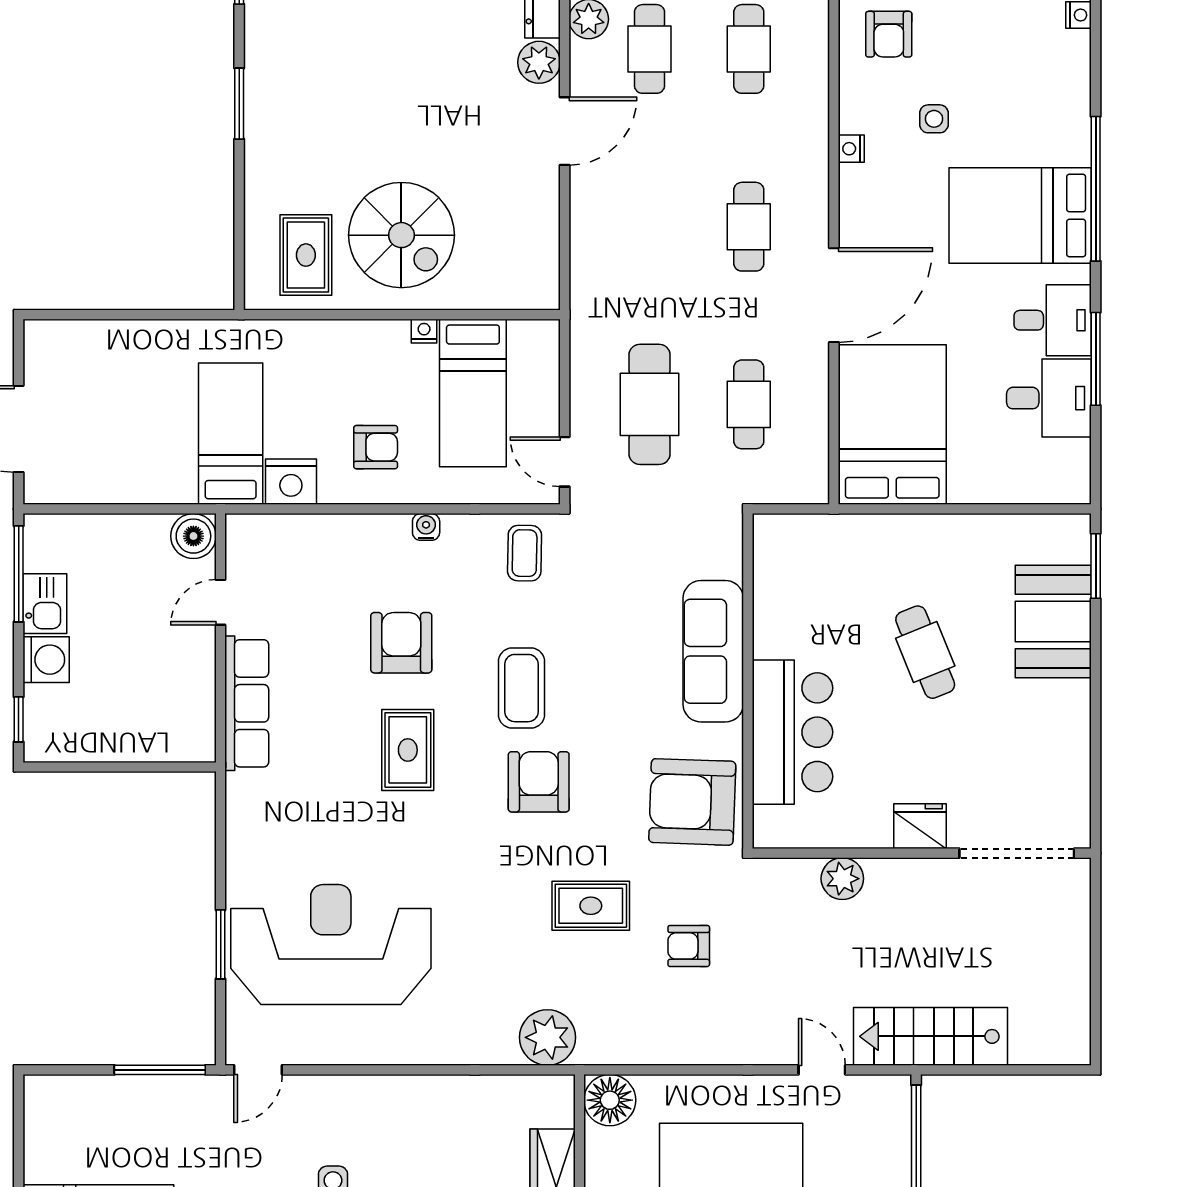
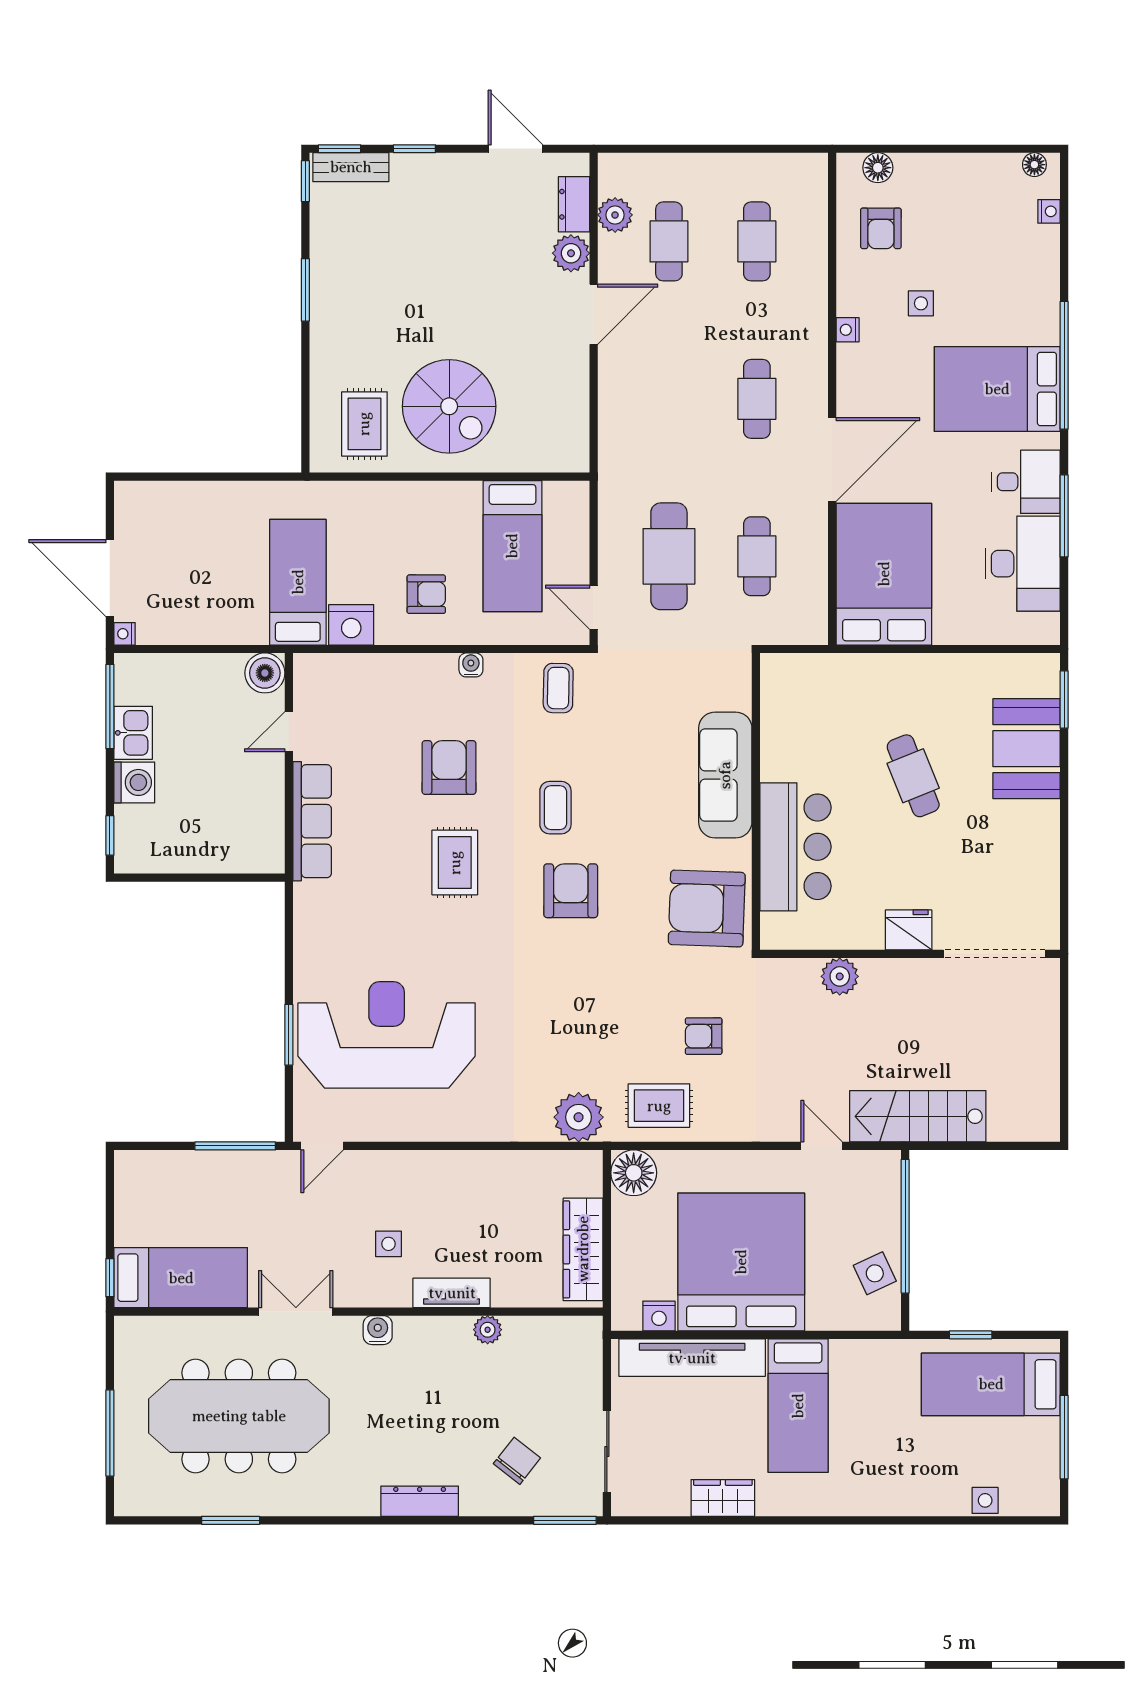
nightstand: (424, 331) -> (125, 634), moved, turned -90
desk: (1049, 398) -> (1023, 564), width x1.37
coffee table: (521, 688) -> (555, 808), width x0.73, depth x0.77
rug: (591, 906) -> (659, 1106), moved

